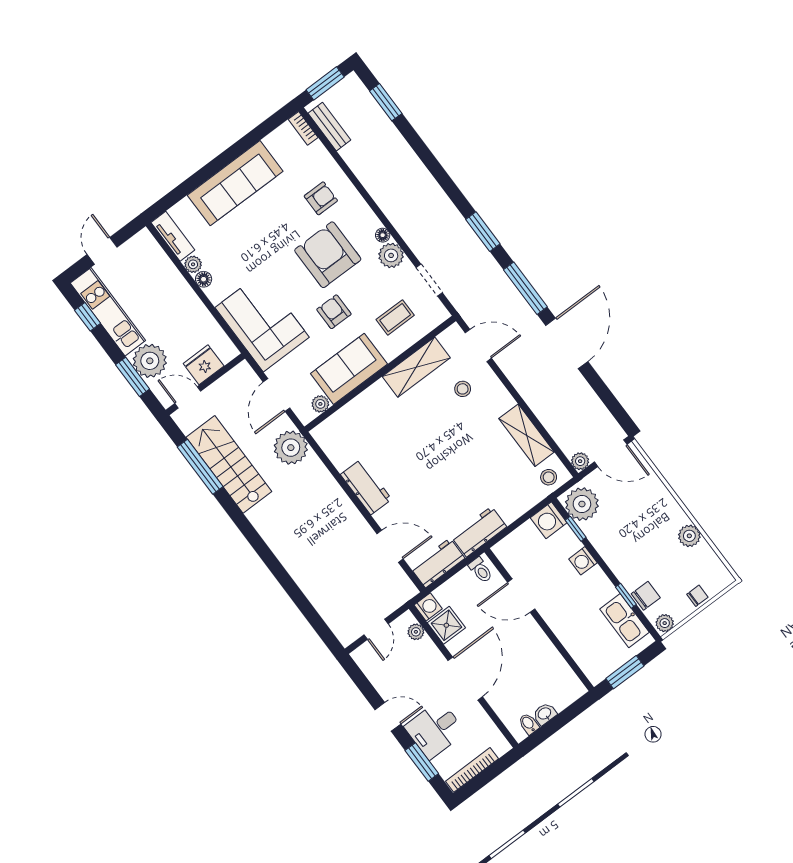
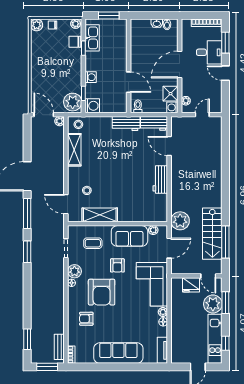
plant: (193, 264) -> (163, 312), moved
plant: (689, 536) -> (37, 25), moved

